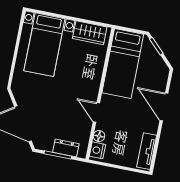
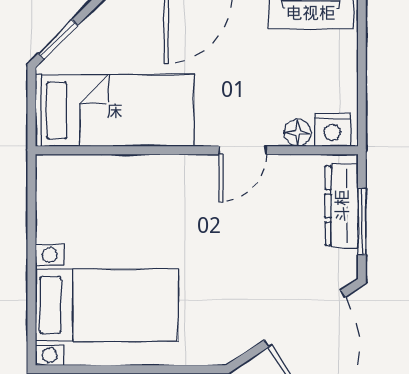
wardrobe: (90, 33) -> (57, 203), removed
dresser: (66, 148) -> (342, 206), width x1.44

